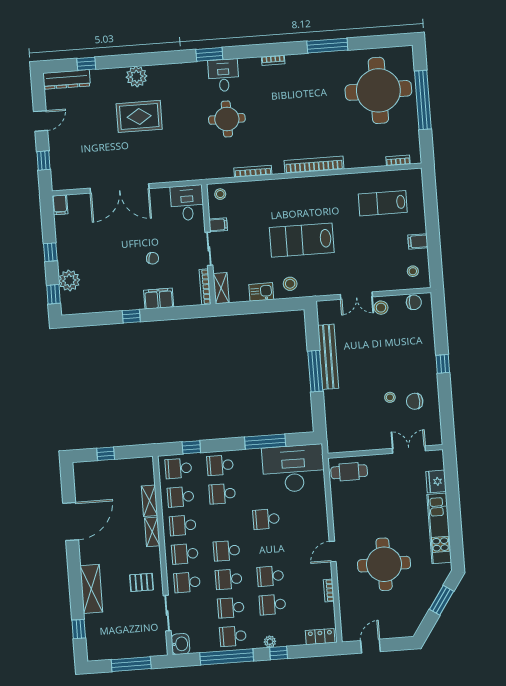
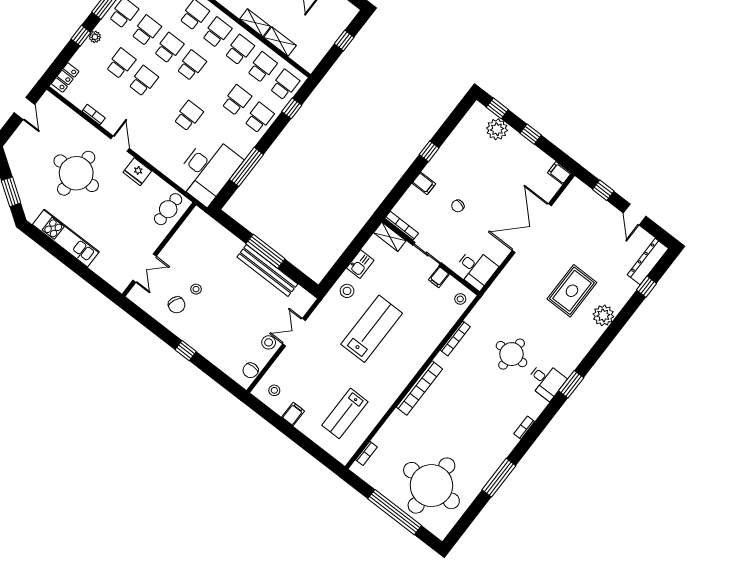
lab bench: (383, 203) -> (345, 413), turned 180
filing cabinet: (159, 299) -> (424, 183), width x0.50
chair: (415, 401) -> (177, 305), turned 113
fridge: (436, 481) -> (137, 172), moved, turned 180

